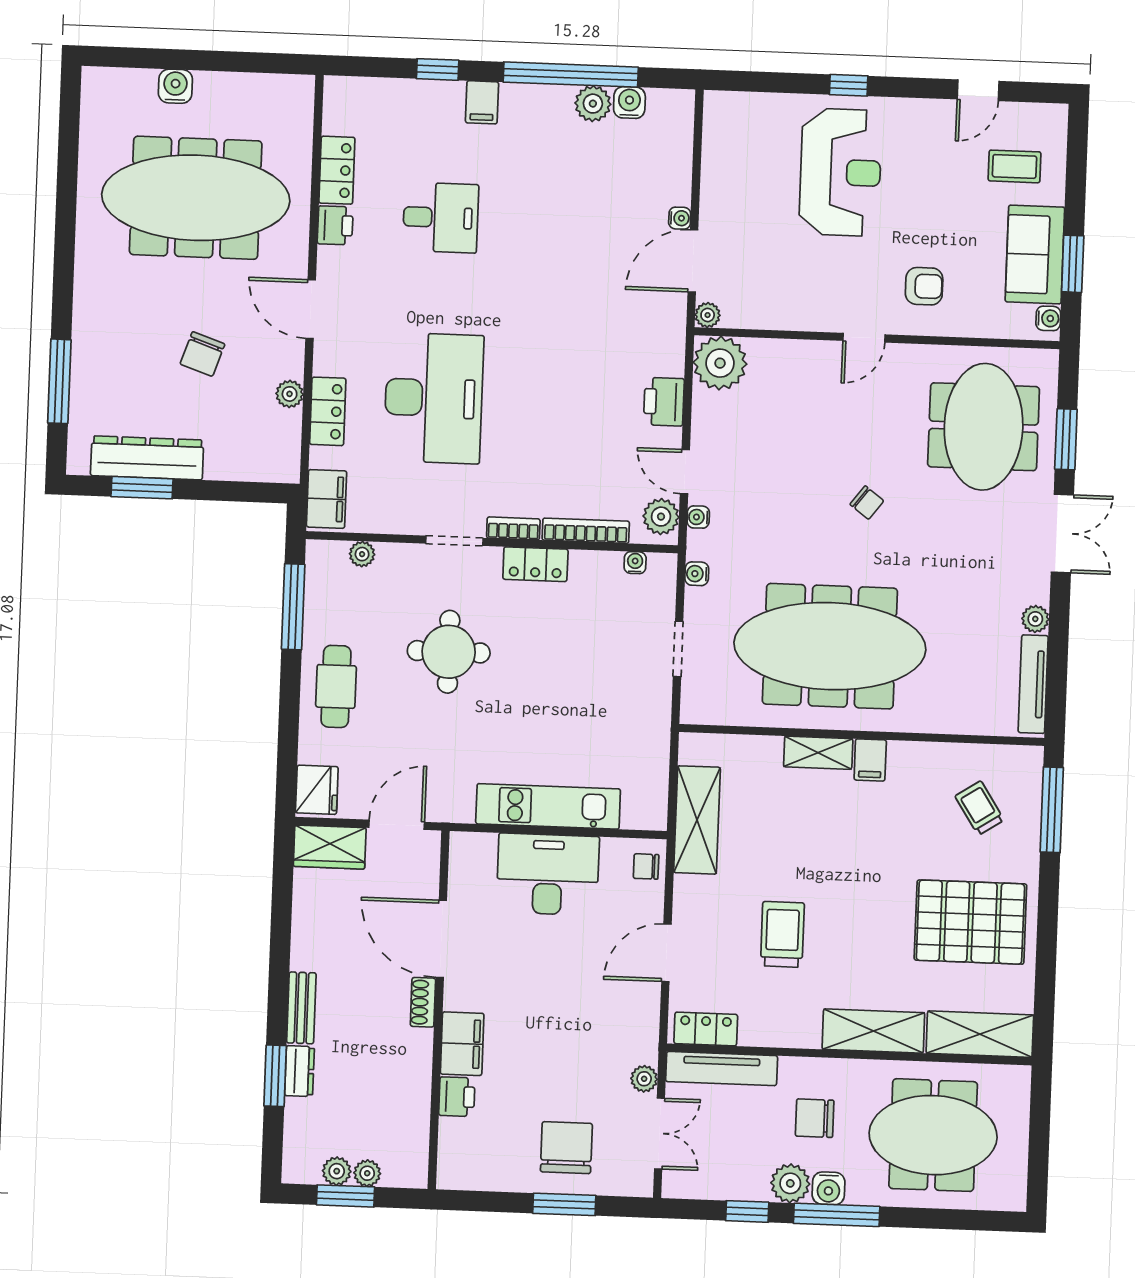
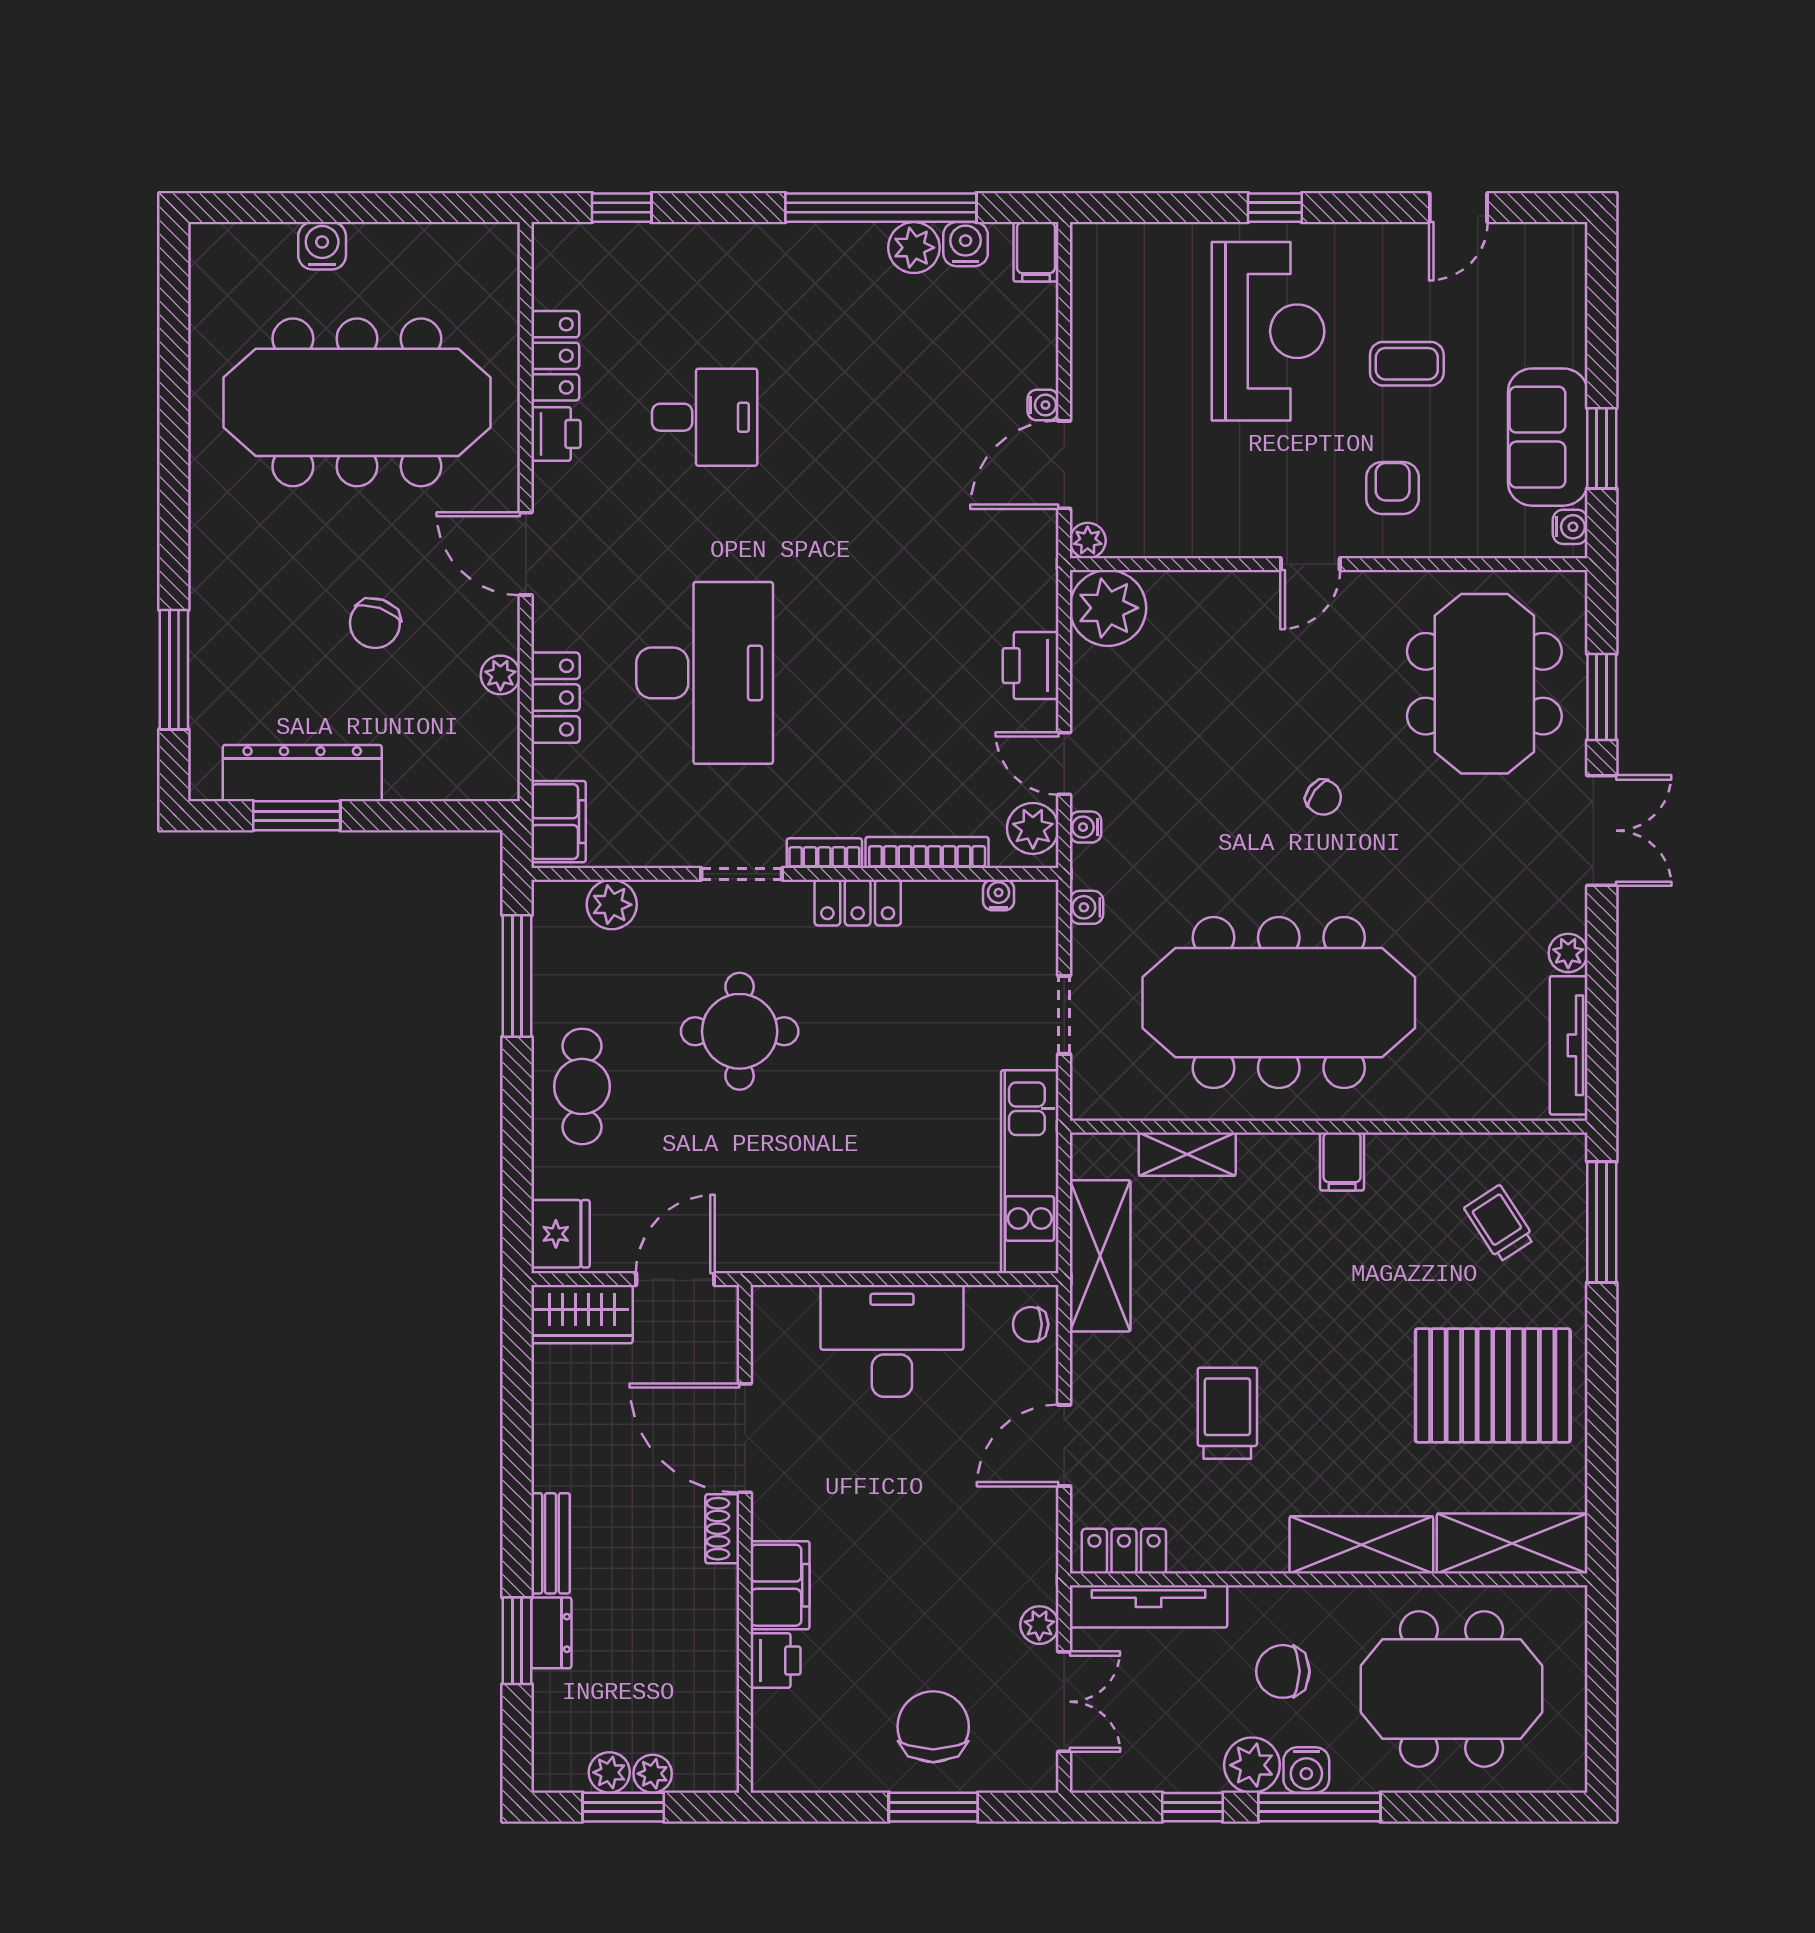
window: (438, 69) -> (622, 208), moved
filing cabinet: (482, 102) -> (1036, 252), moved
coffee table: (1015, 166) -> (1407, 364), moved
armchair: (924, 286) -> (1393, 488), turned -90
plant: (362, 554) -> (612, 905), width x1.38, depth x1.38
shelving: (818, 753) -> (1187, 1154), moved
kitchen unit: (548, 806) -> (1030, 1172), moved, turned -90

